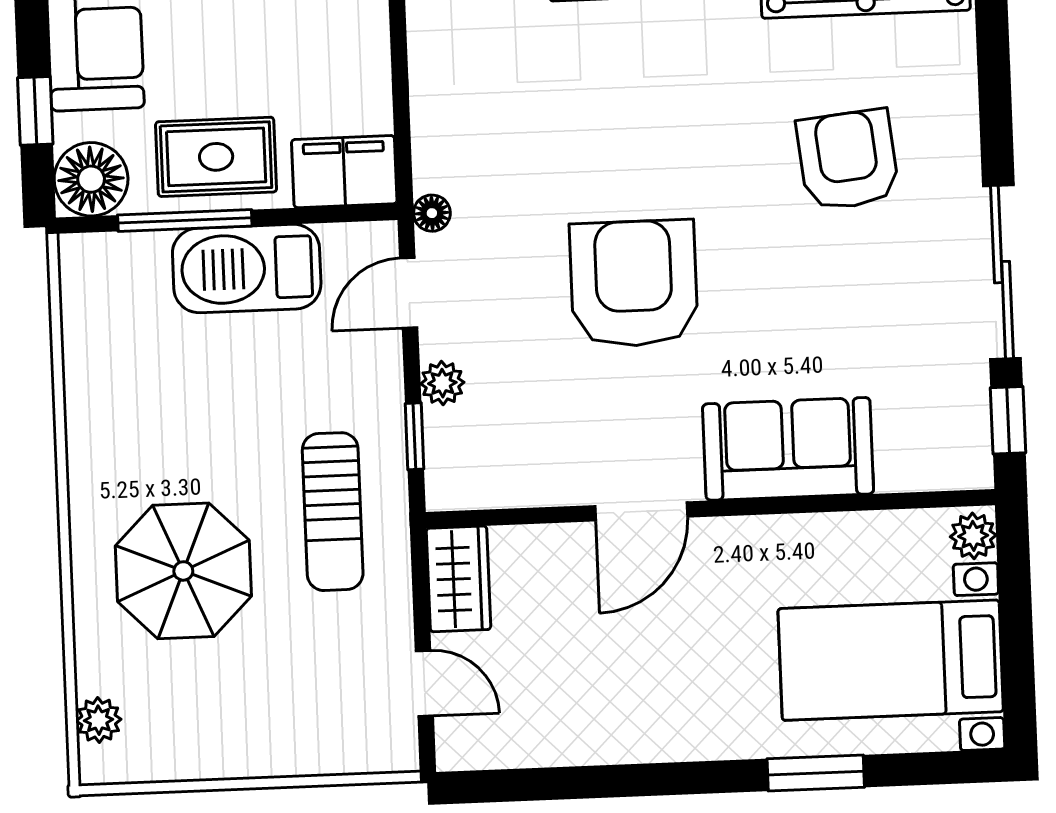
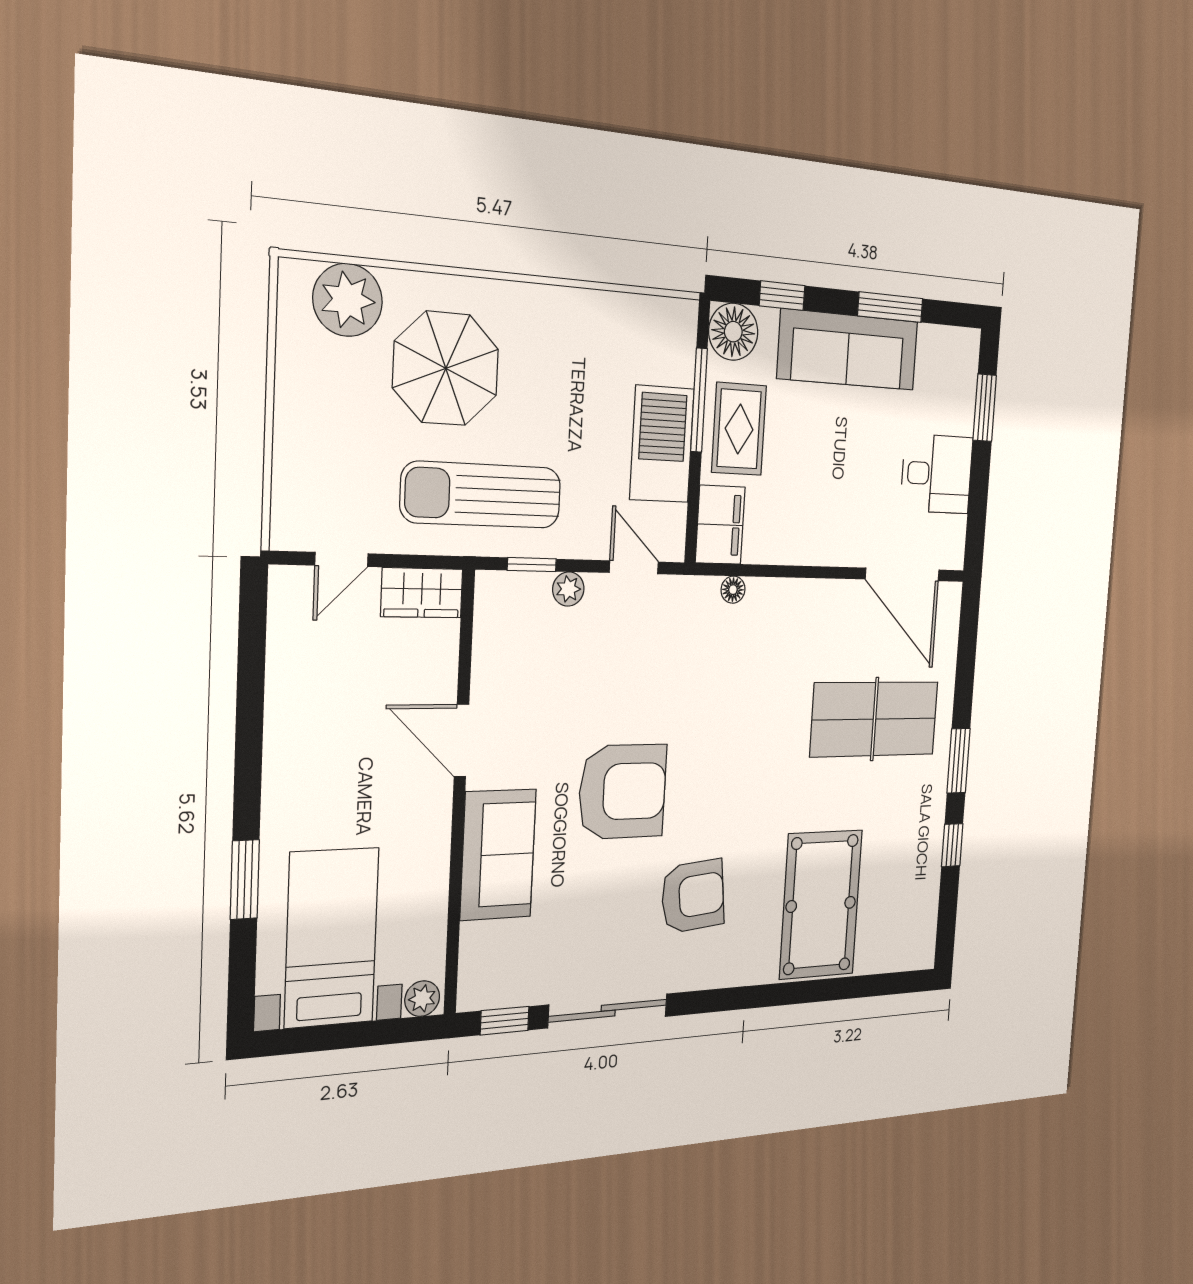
floor lamp: (432, 213) -> (733, 590), moved
armchair: (634, 283) -> (622, 792), moved
sun lounger: (333, 512) -> (481, 495), width x1.36, depth x1.34
plant: (99, 720) -> (348, 300), width x1.88, depth x1.88

